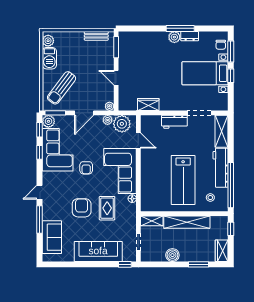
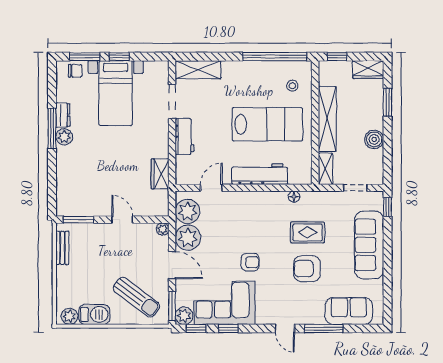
door: (116, 78) -> (122, 220), swing flipped
plant: (108, 120) -> (188, 238), width x1.88, depth x1.88
workbench: (221, 168) -> (260, 174), moved, turned 180
corner sofa: (120, 171) -> (255, 214), removed

